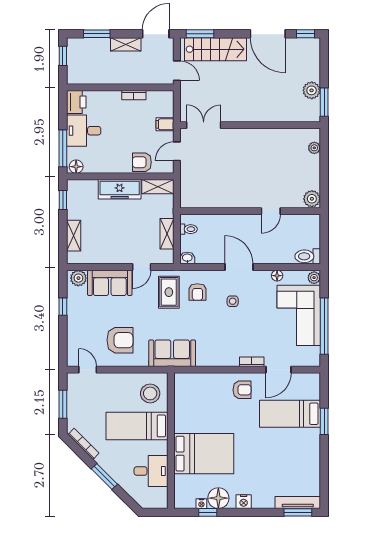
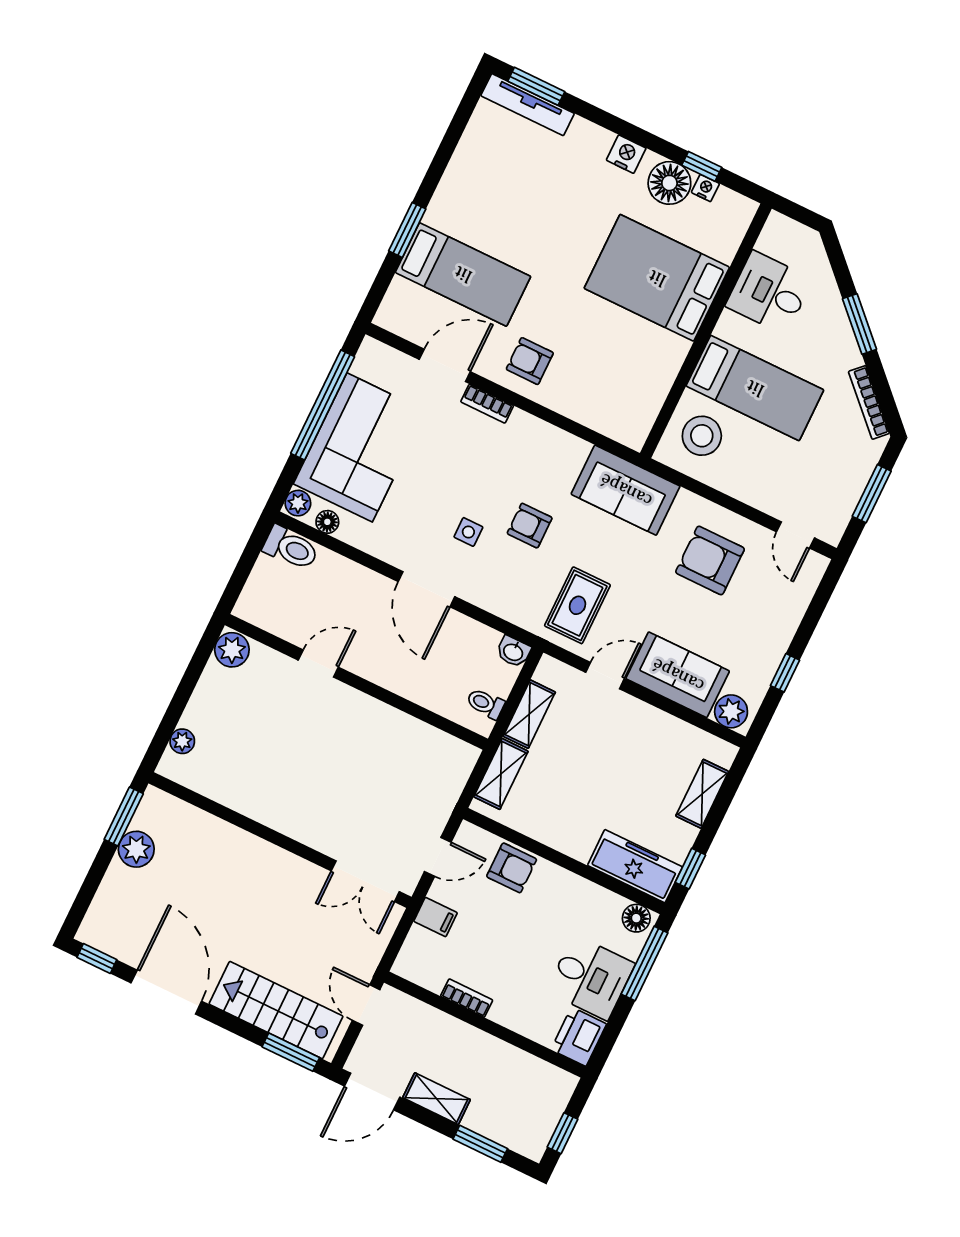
shelving: (158, 187) -> (501, 774), moved, turned 90
freezer: (120, 189) -> (635, 866), moved
floor lamp: (277, 276) -> (327, 522), moved
armchair: (197, 292) -> (530, 526), moved, turned -90

